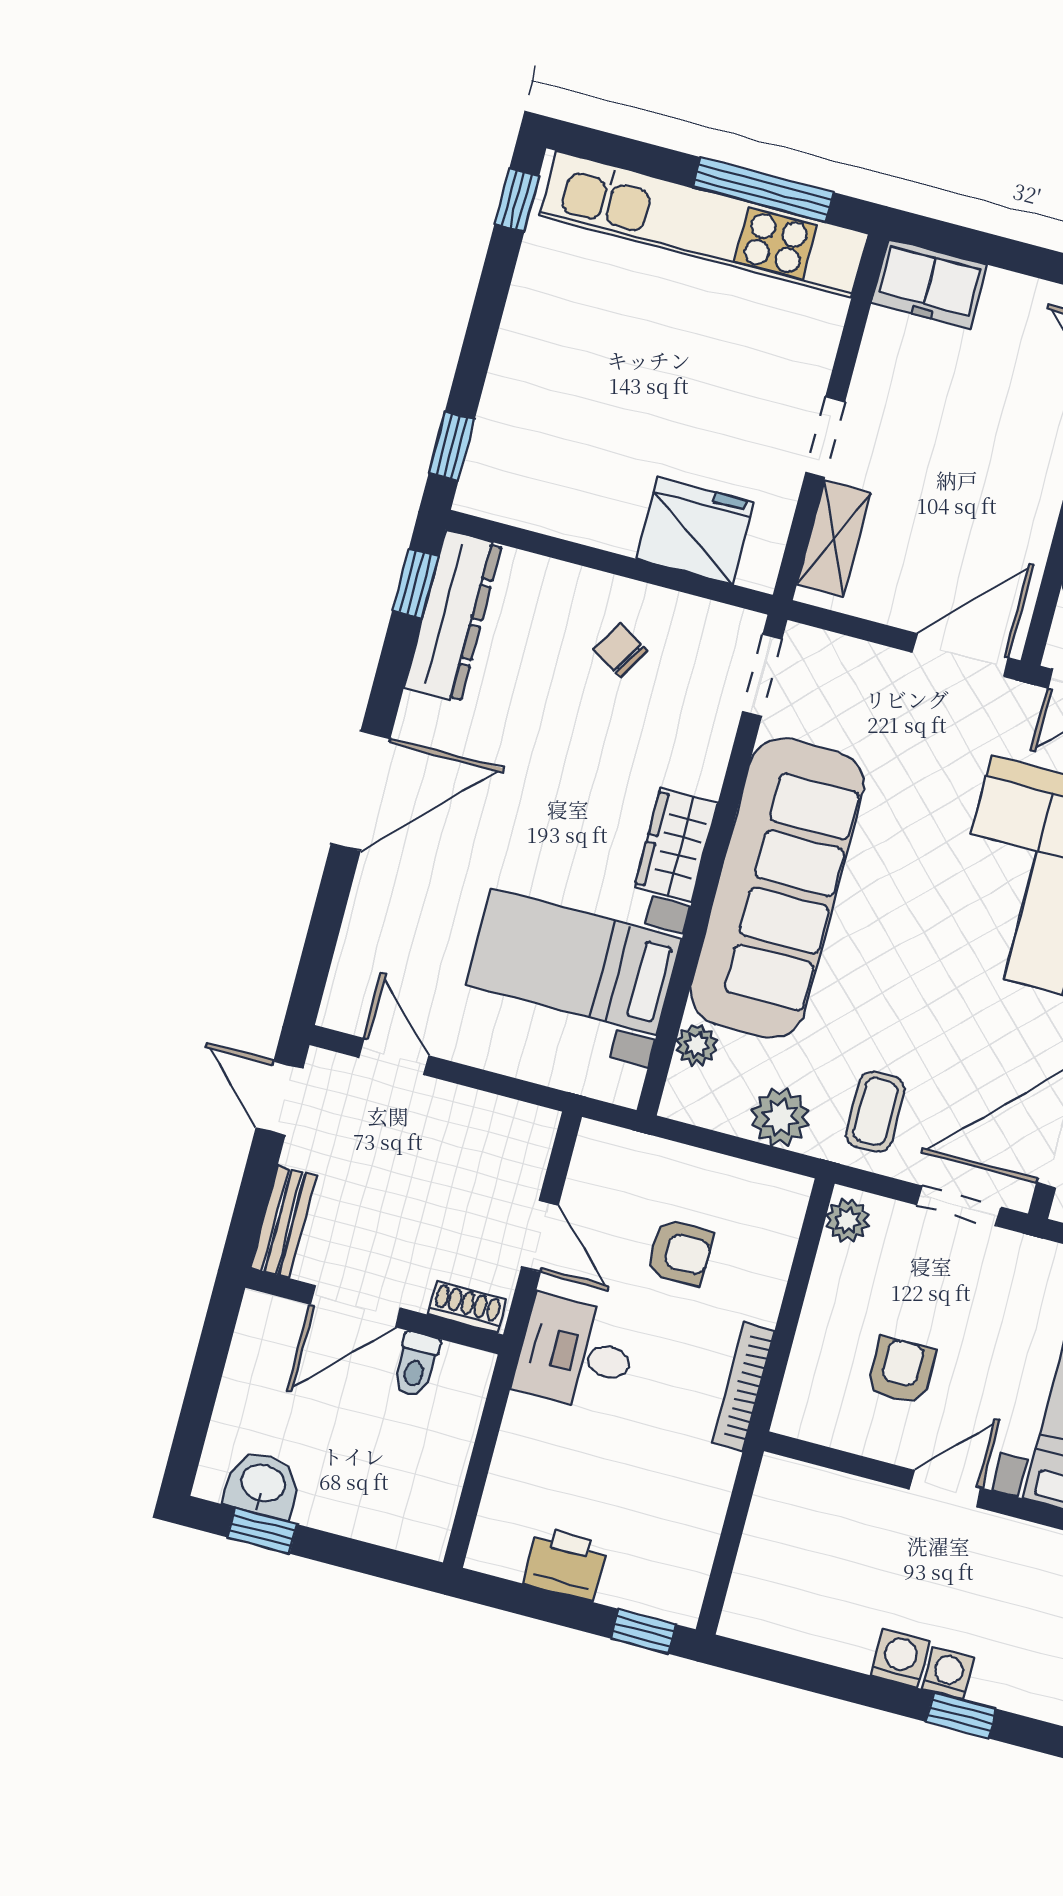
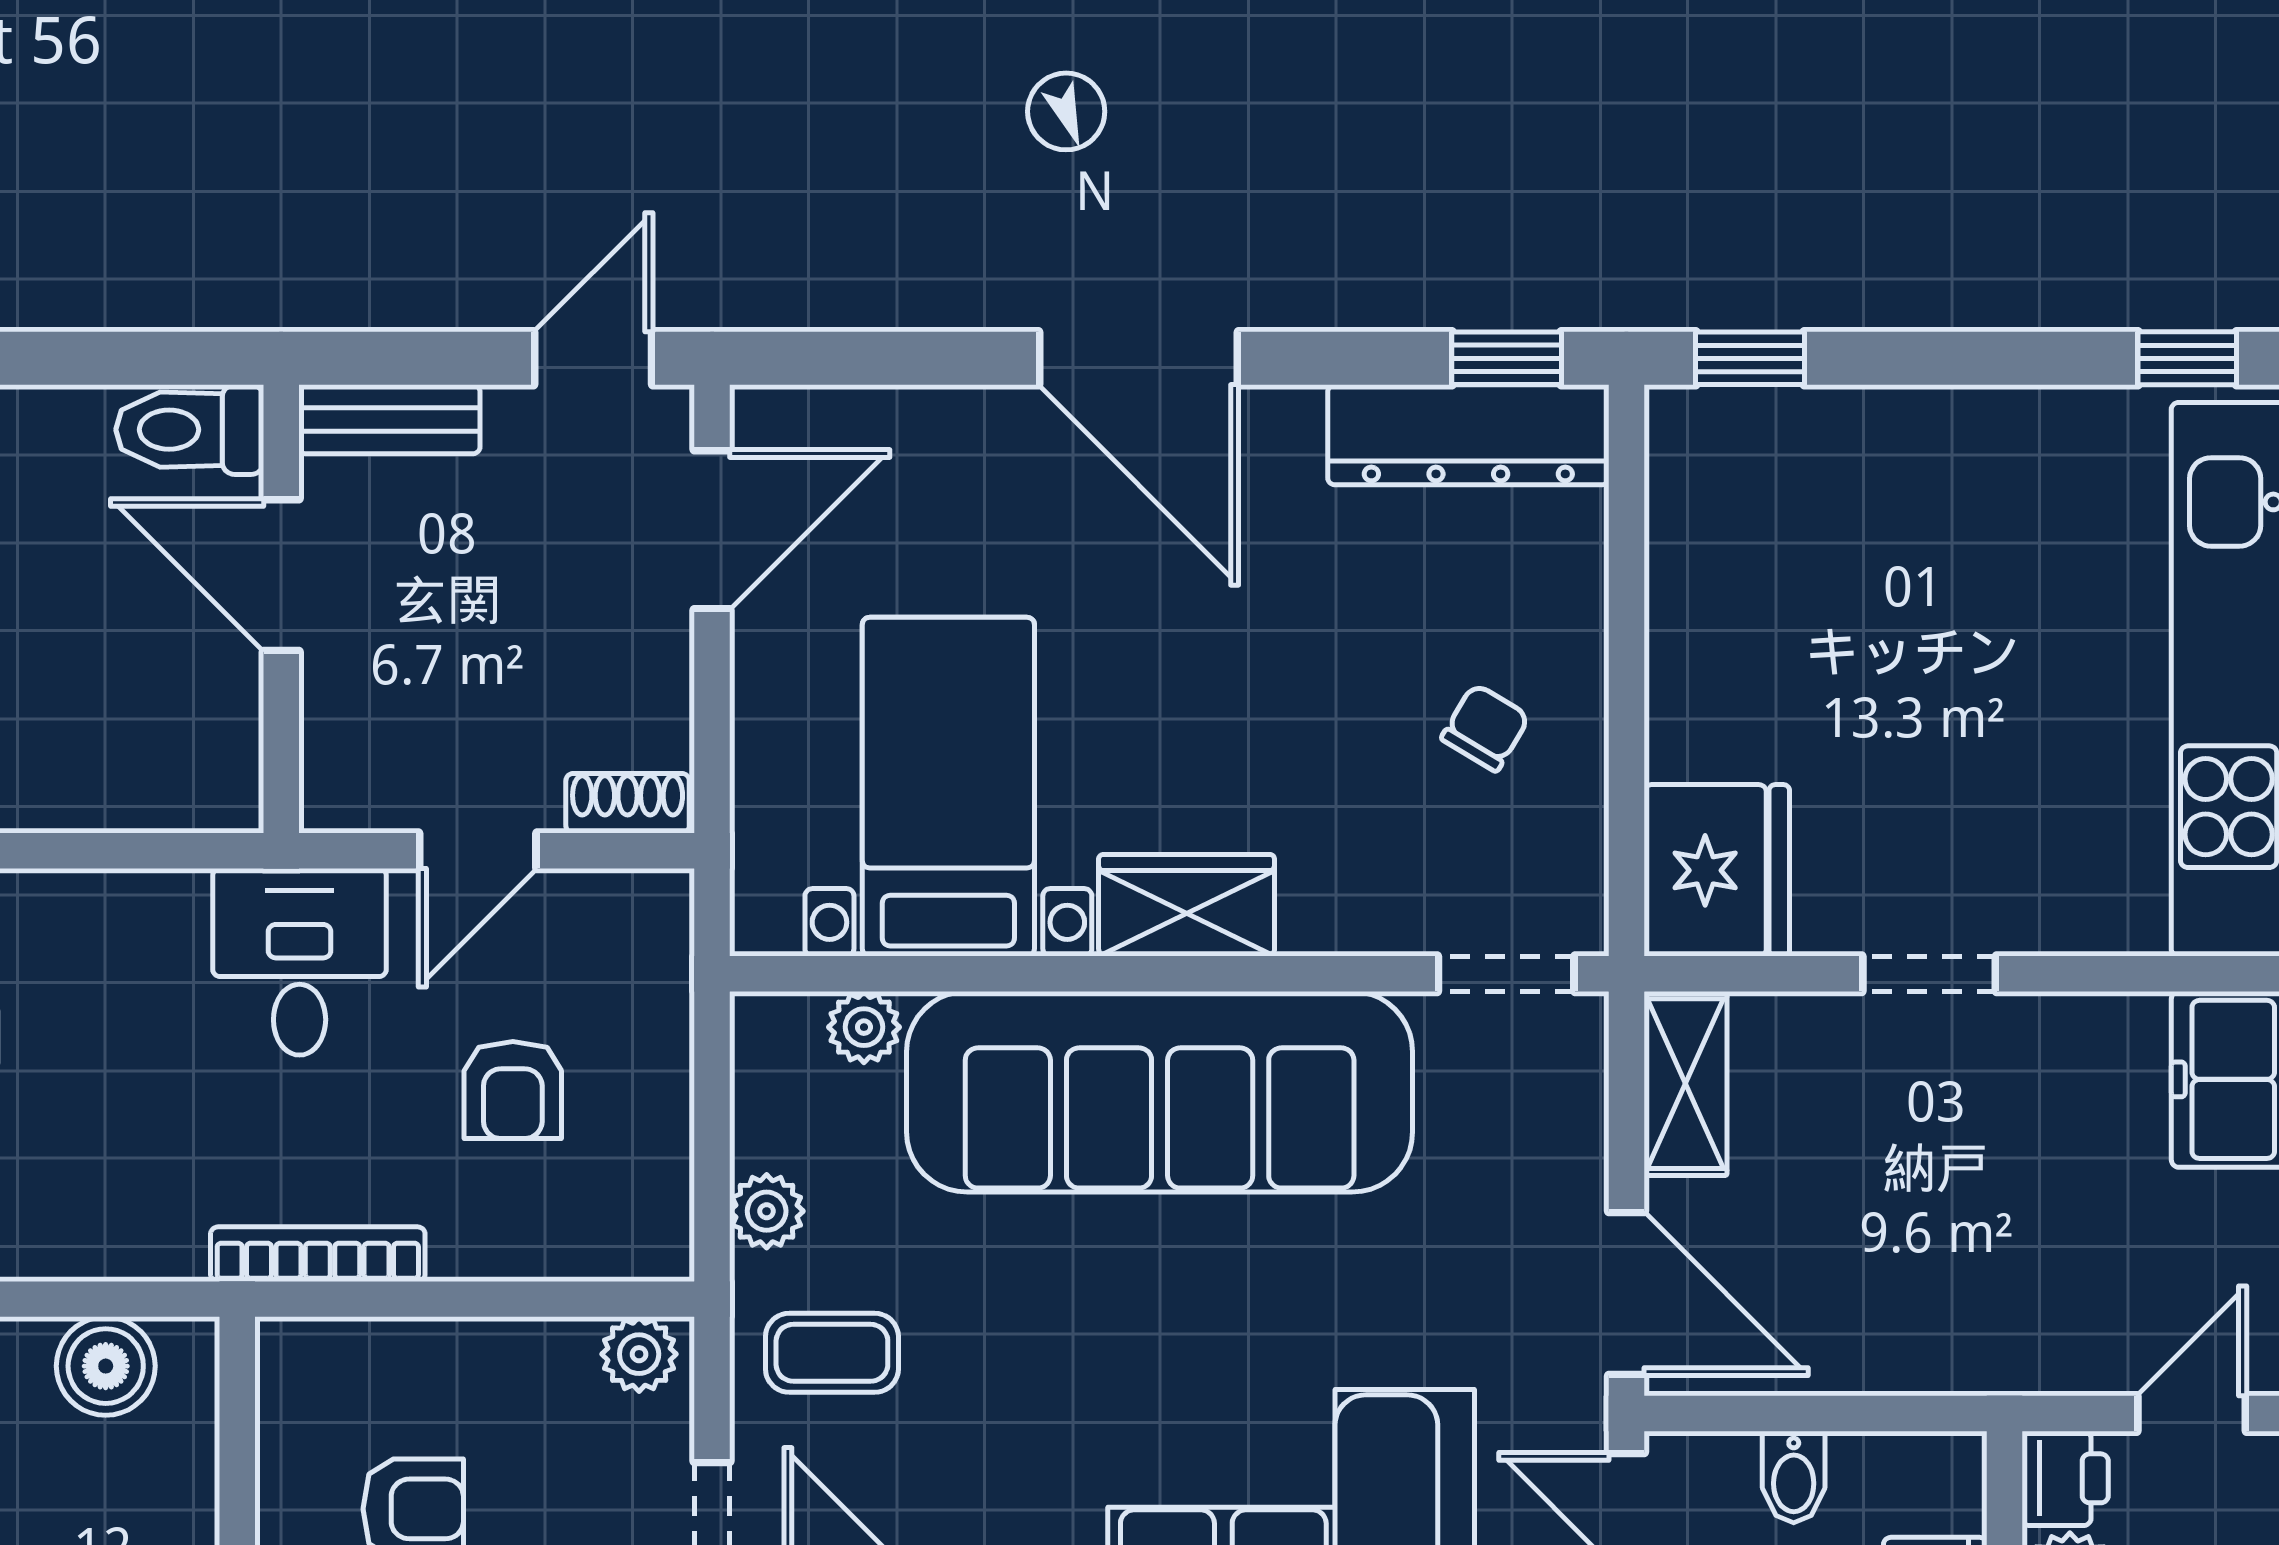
fridge: (695, 531) -> (1717, 870), moved
shelving: (834, 538) -> (1685, 1084), moved, turned 90
door: (394, 1057) -> (712, 530), width x1.38
plant: (780, 1117) -> (767, 1211), width x0.73, depth x0.73
shoe rack: (467, 1307) -> (628, 803), moved, turned -90
toilet: (416, 1365) -> (190, 430), moved, width x1.37, depth x1.39
boiler: (775, 1523) -> (106, 1366), added

